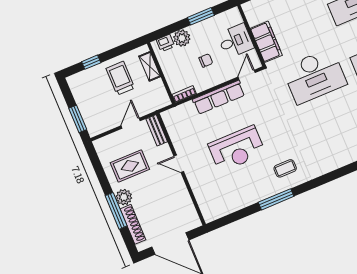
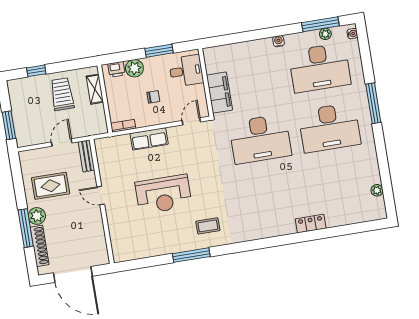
desk: (235, 41) -> (186, 71), moved
row of seats: (219, 97) -> (149, 139), width x0.68

